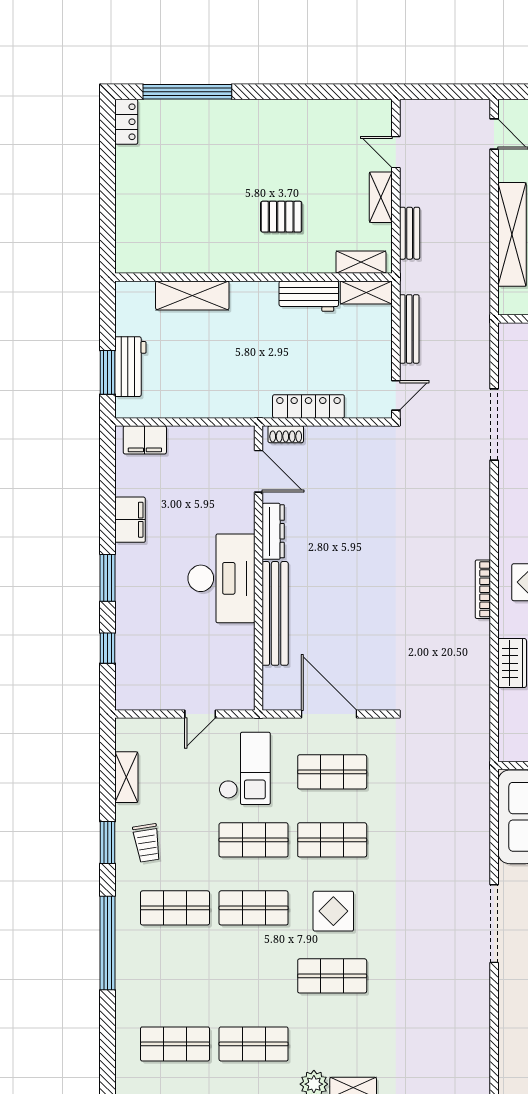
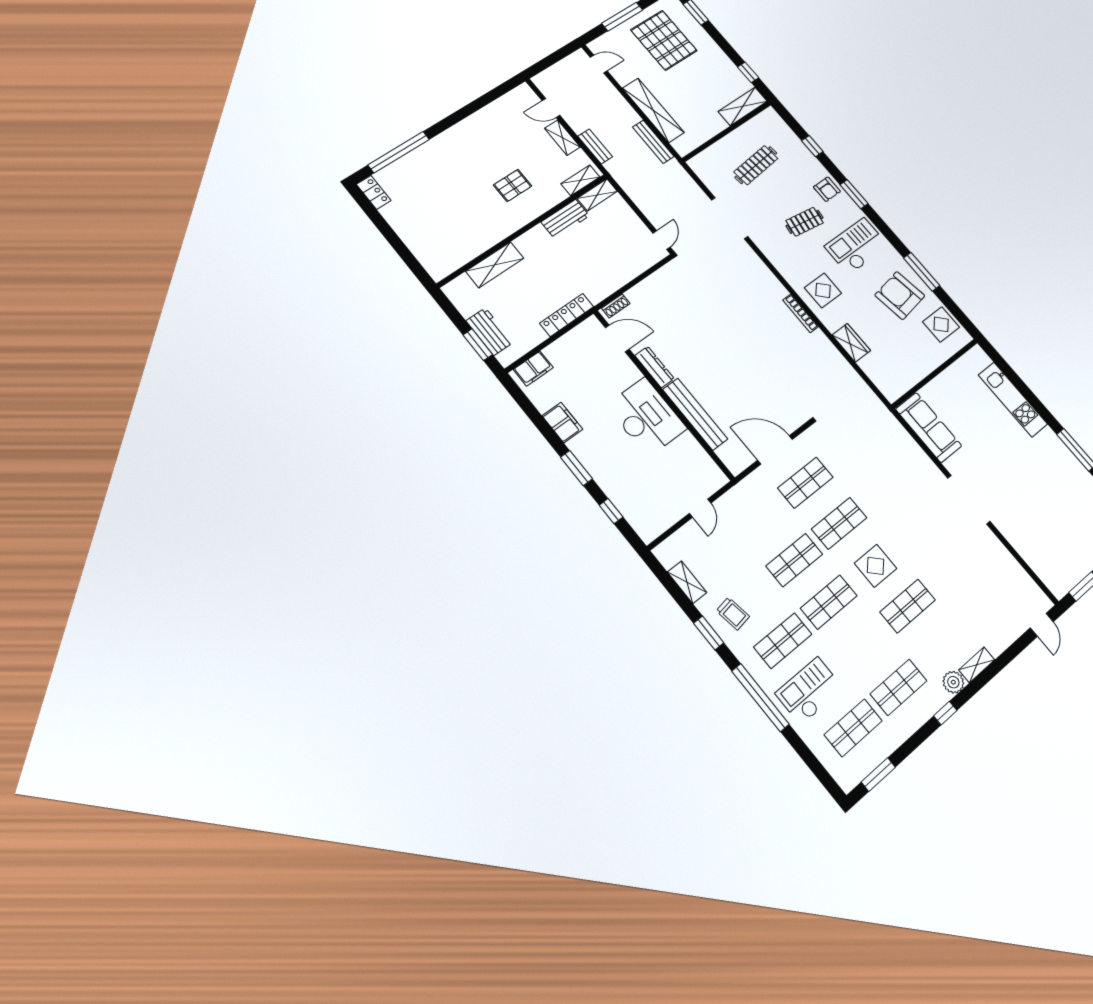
bench: (409, 329) -> (653, 142), moved
locker: (308, 406) -> (567, 315), moved
checkout: (245, 768) -> (809, 691), moved, turned -90

